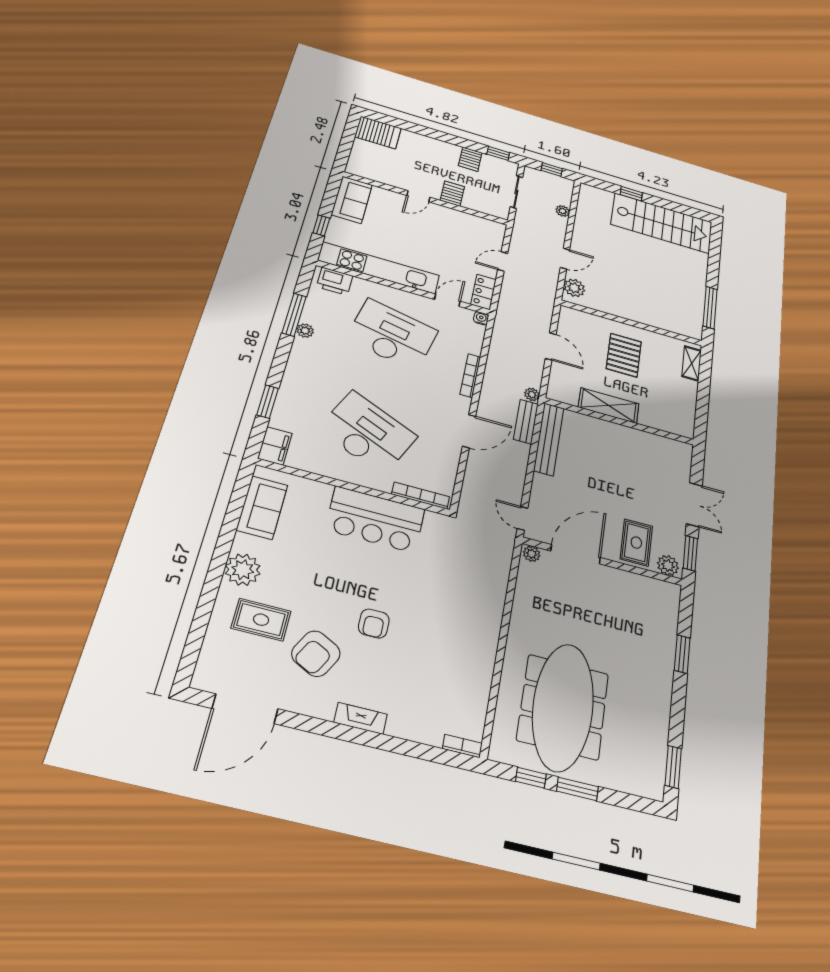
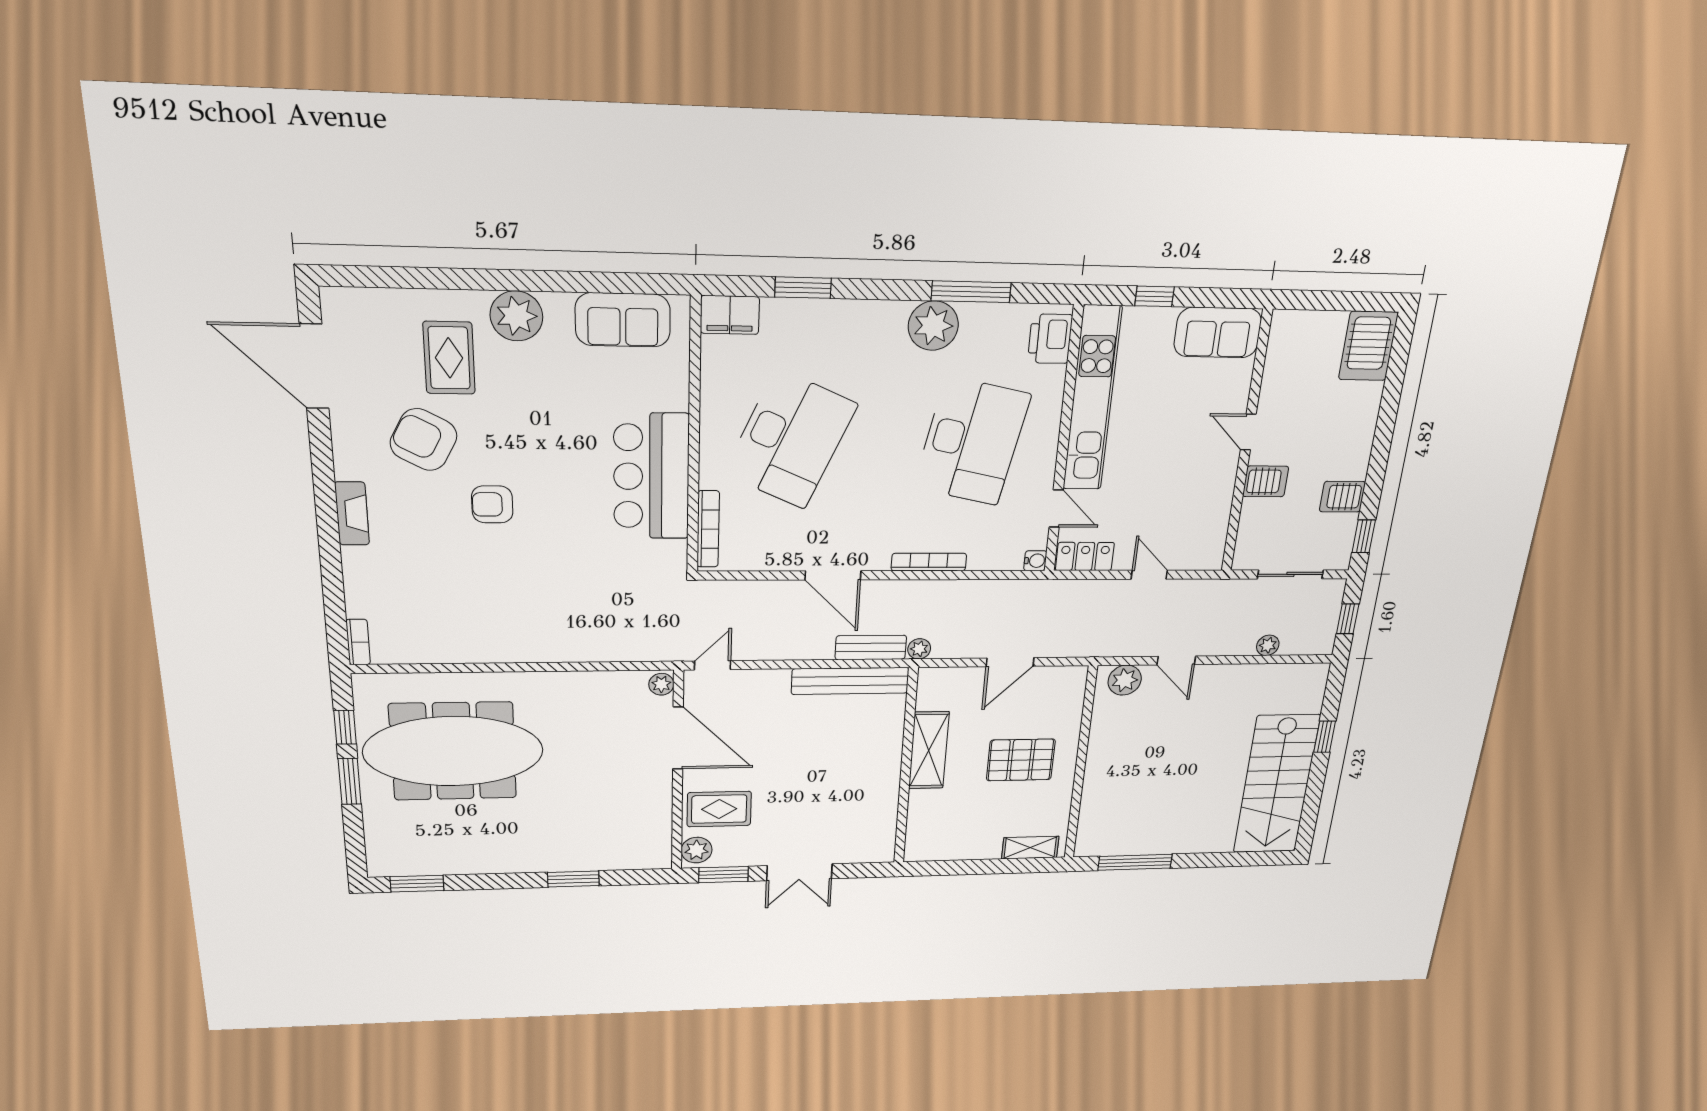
plant: (305, 331) -> (933, 326), width x1.88, depth x1.88

